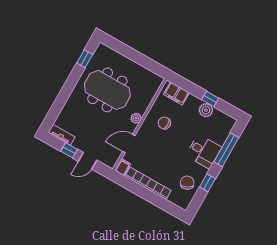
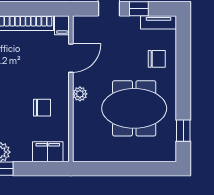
chair: (76, 113) -> (157, 59), added

